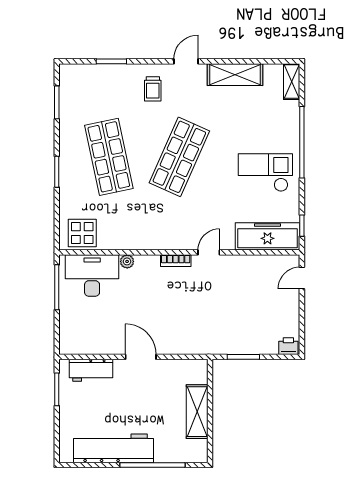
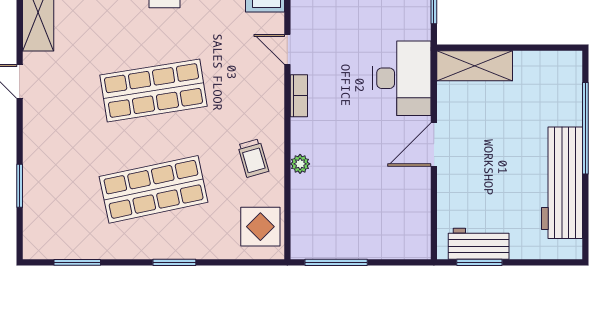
trolley: (153, 89) -> (253, 158), moved, turned 74
shop shelf: (179, 157) -> (154, 91), turned -33
desk: (92, 275) -> (401, 78), moved, turned 180
workbench: (91, 370) -> (479, 244), moved, turned -90
shelving: (197, 412) -> (475, 66), moved

